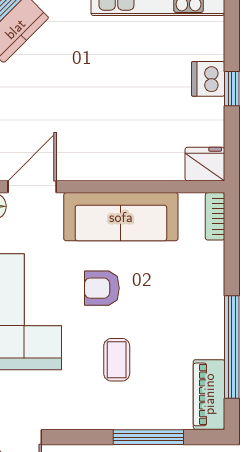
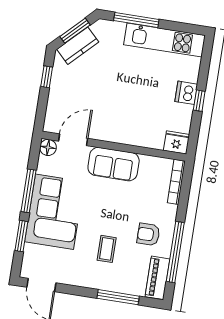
bookcase: (215, 216) -> (176, 182), width x1.56
sofa: (121, 217) -> (114, 164), width x0.73
armchair: (102, 288) -> (148, 234), moved

